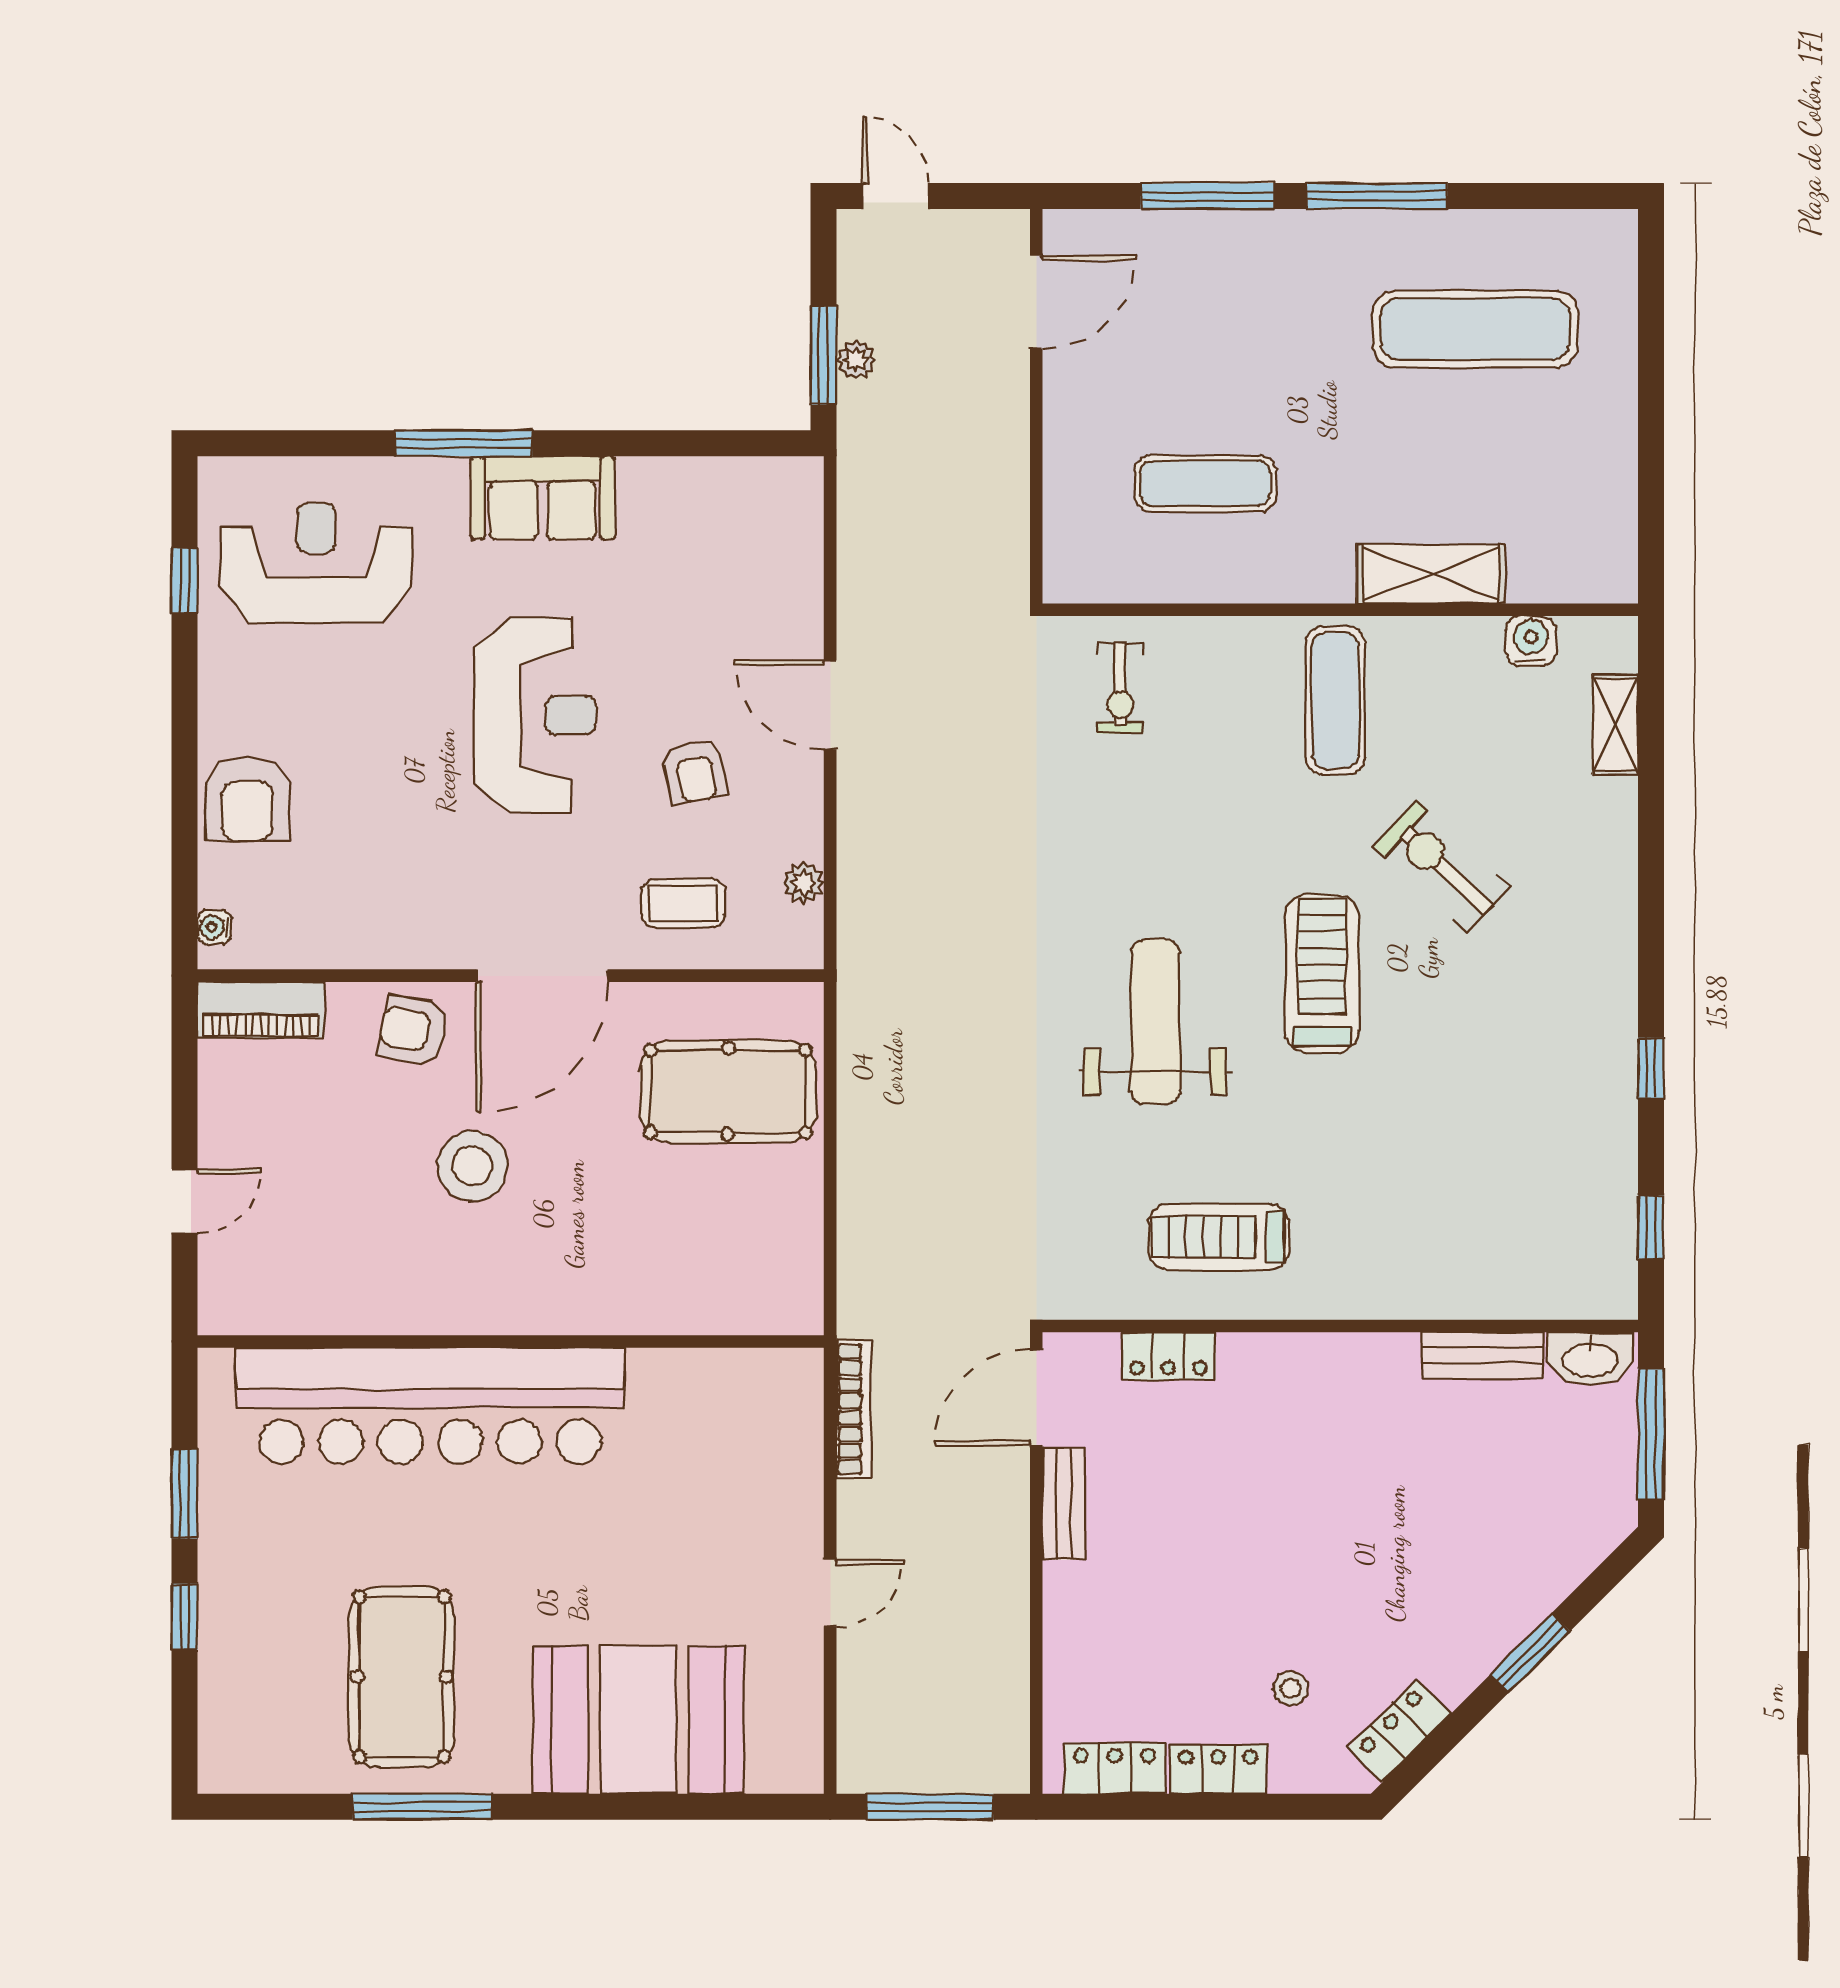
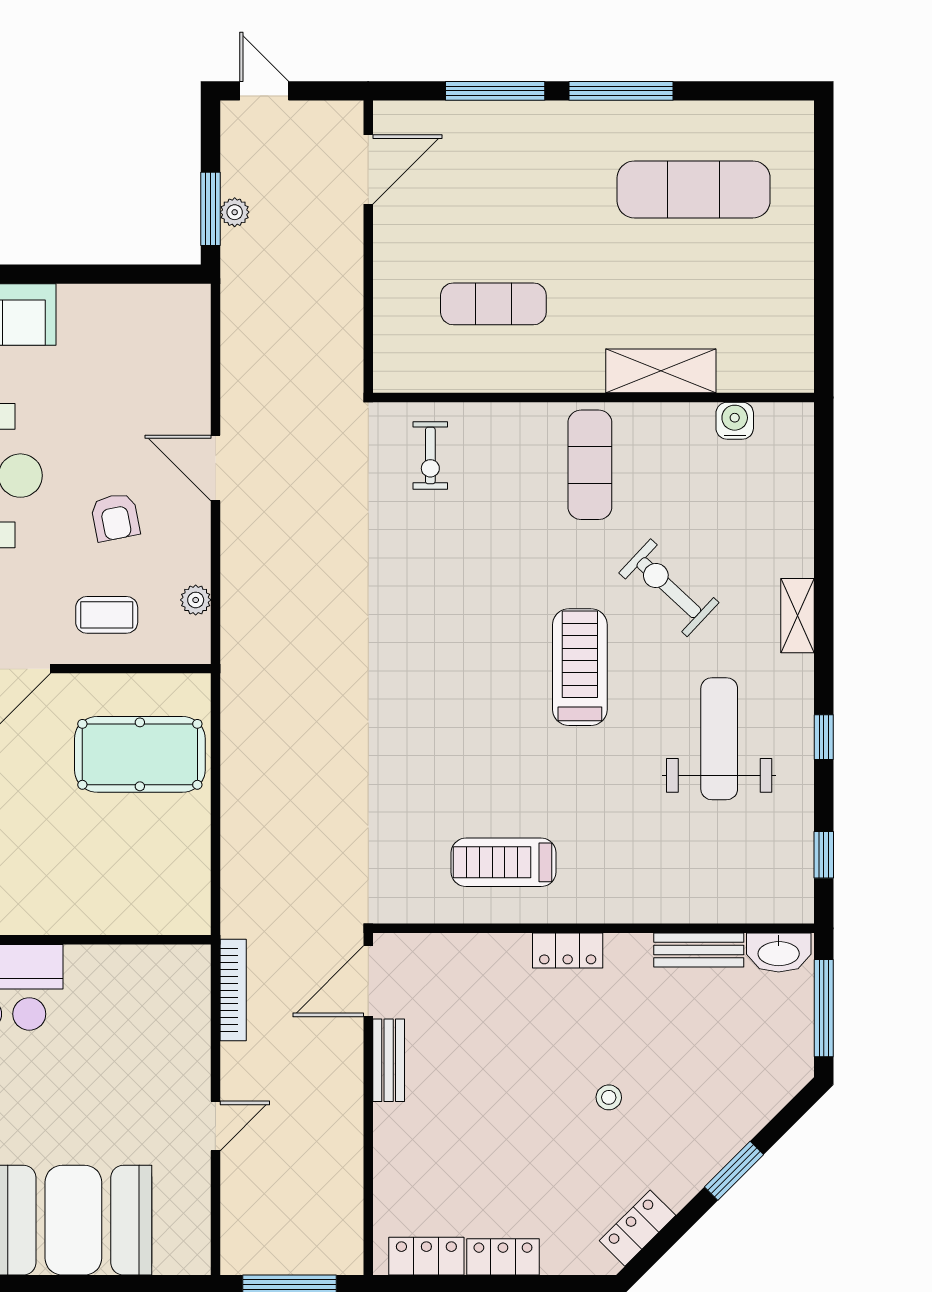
shelving: (1616, 725) -> (798, 616), moved
weight bench: (1155, 1022) -> (719, 739), moved
locker: (1168, 1356) -> (568, 951), moved
stool: (1291, 1688) -> (609, 1097), moved

